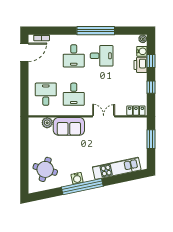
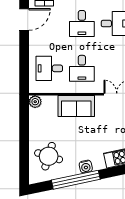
desk: (46, 94) -> (49, 68), turned -90
plant: (47, 123) -> (35, 102), moved
window: (82, 187) -> (76, 180), moved

